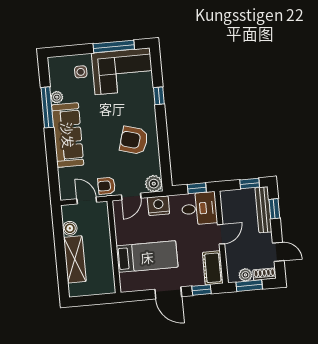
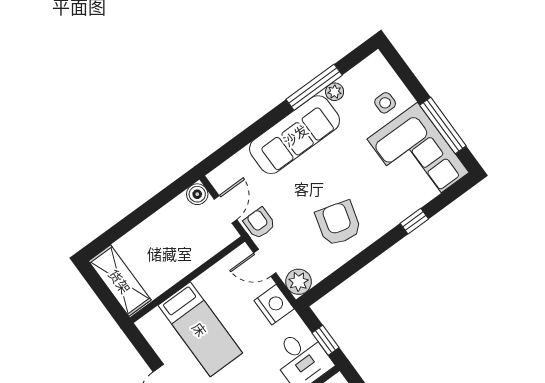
boiler: (70, 228) -> (197, 194), moved
shelving: (75, 259) -> (120, 281), moved, turned 90

